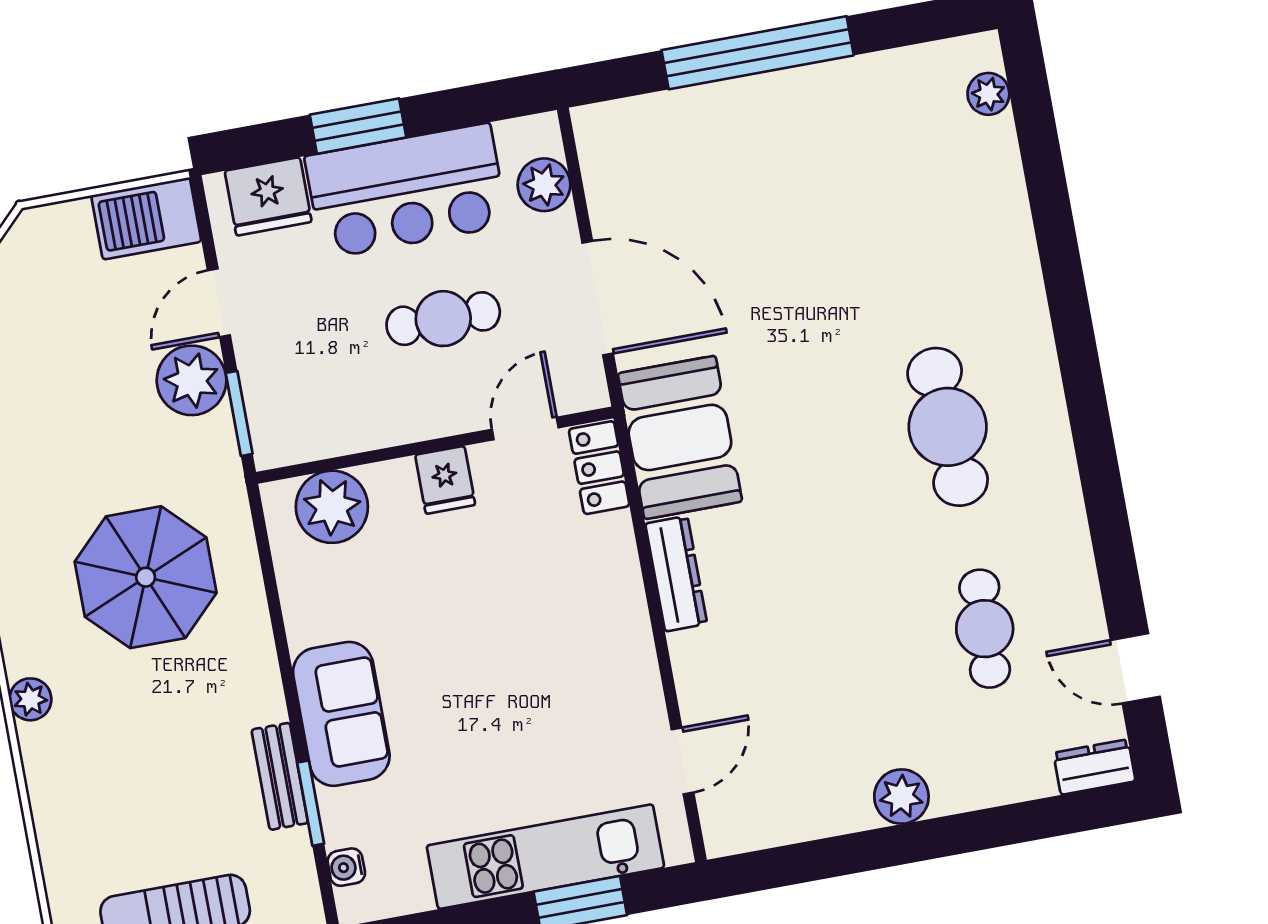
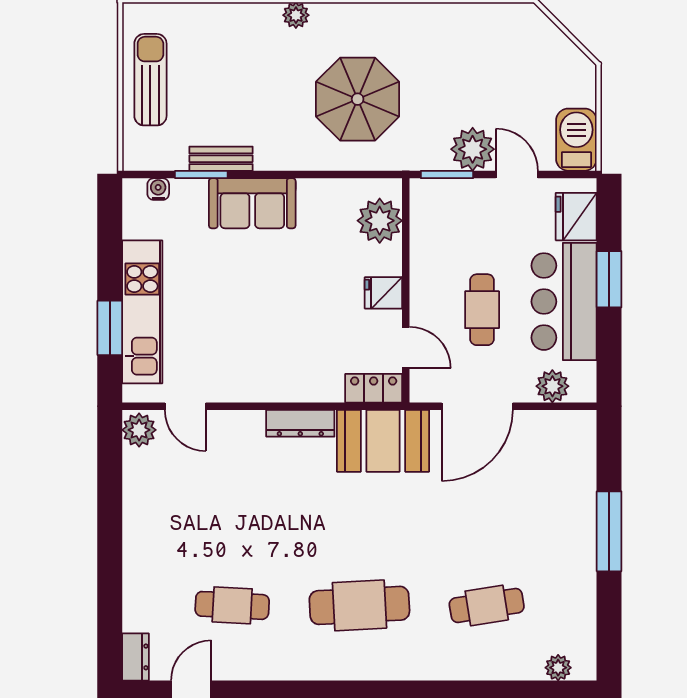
window: (758, 53) -> (609, 531), width x0.68
cafe table: (911, 225) -> (487, 605), added
plant: (901, 797) -> (139, 430), moved

